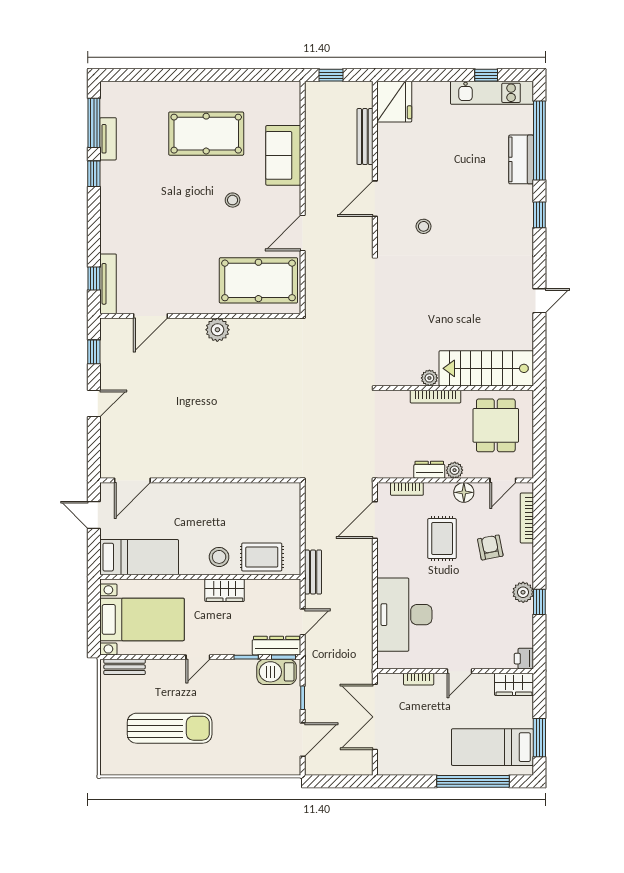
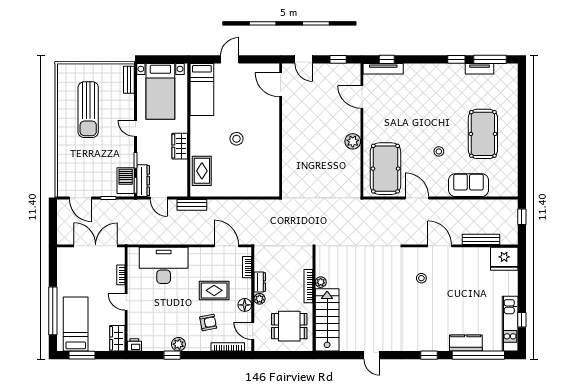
door: (132, 480) -> (281, 85), moved
wall: (200, 480) -> (281, 130), moved
stool: (219, 557) -> (237, 139), moved

